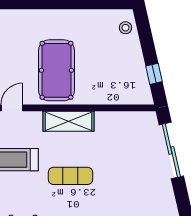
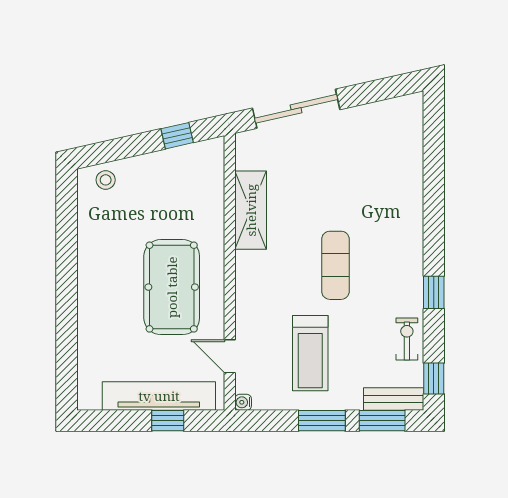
pool table: (56, 70) -> (172, 287), turned 90
shelving: (68, 121) -> (251, 210), moved

